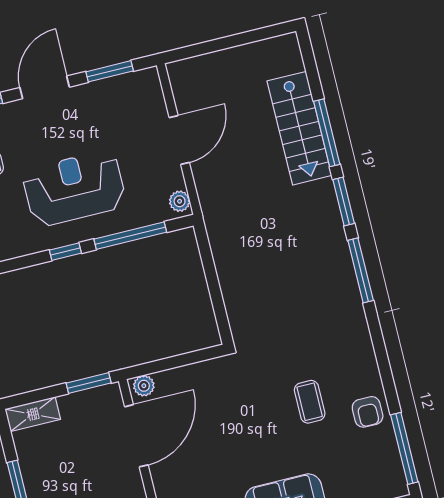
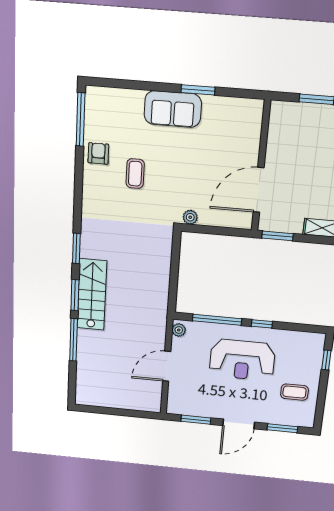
stairs: (299, 128) -> (92, 295), moved
window: (361, 270) -> (76, 248), width x0.69
plant: (144, 386) -> (190, 217), moved

